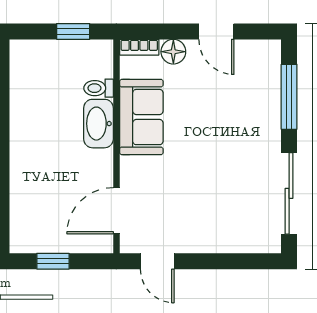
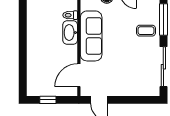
sofa: (141, 117) -> (91, 36), width x1.36
coffee table: (253, 120) -> (146, 31), added

